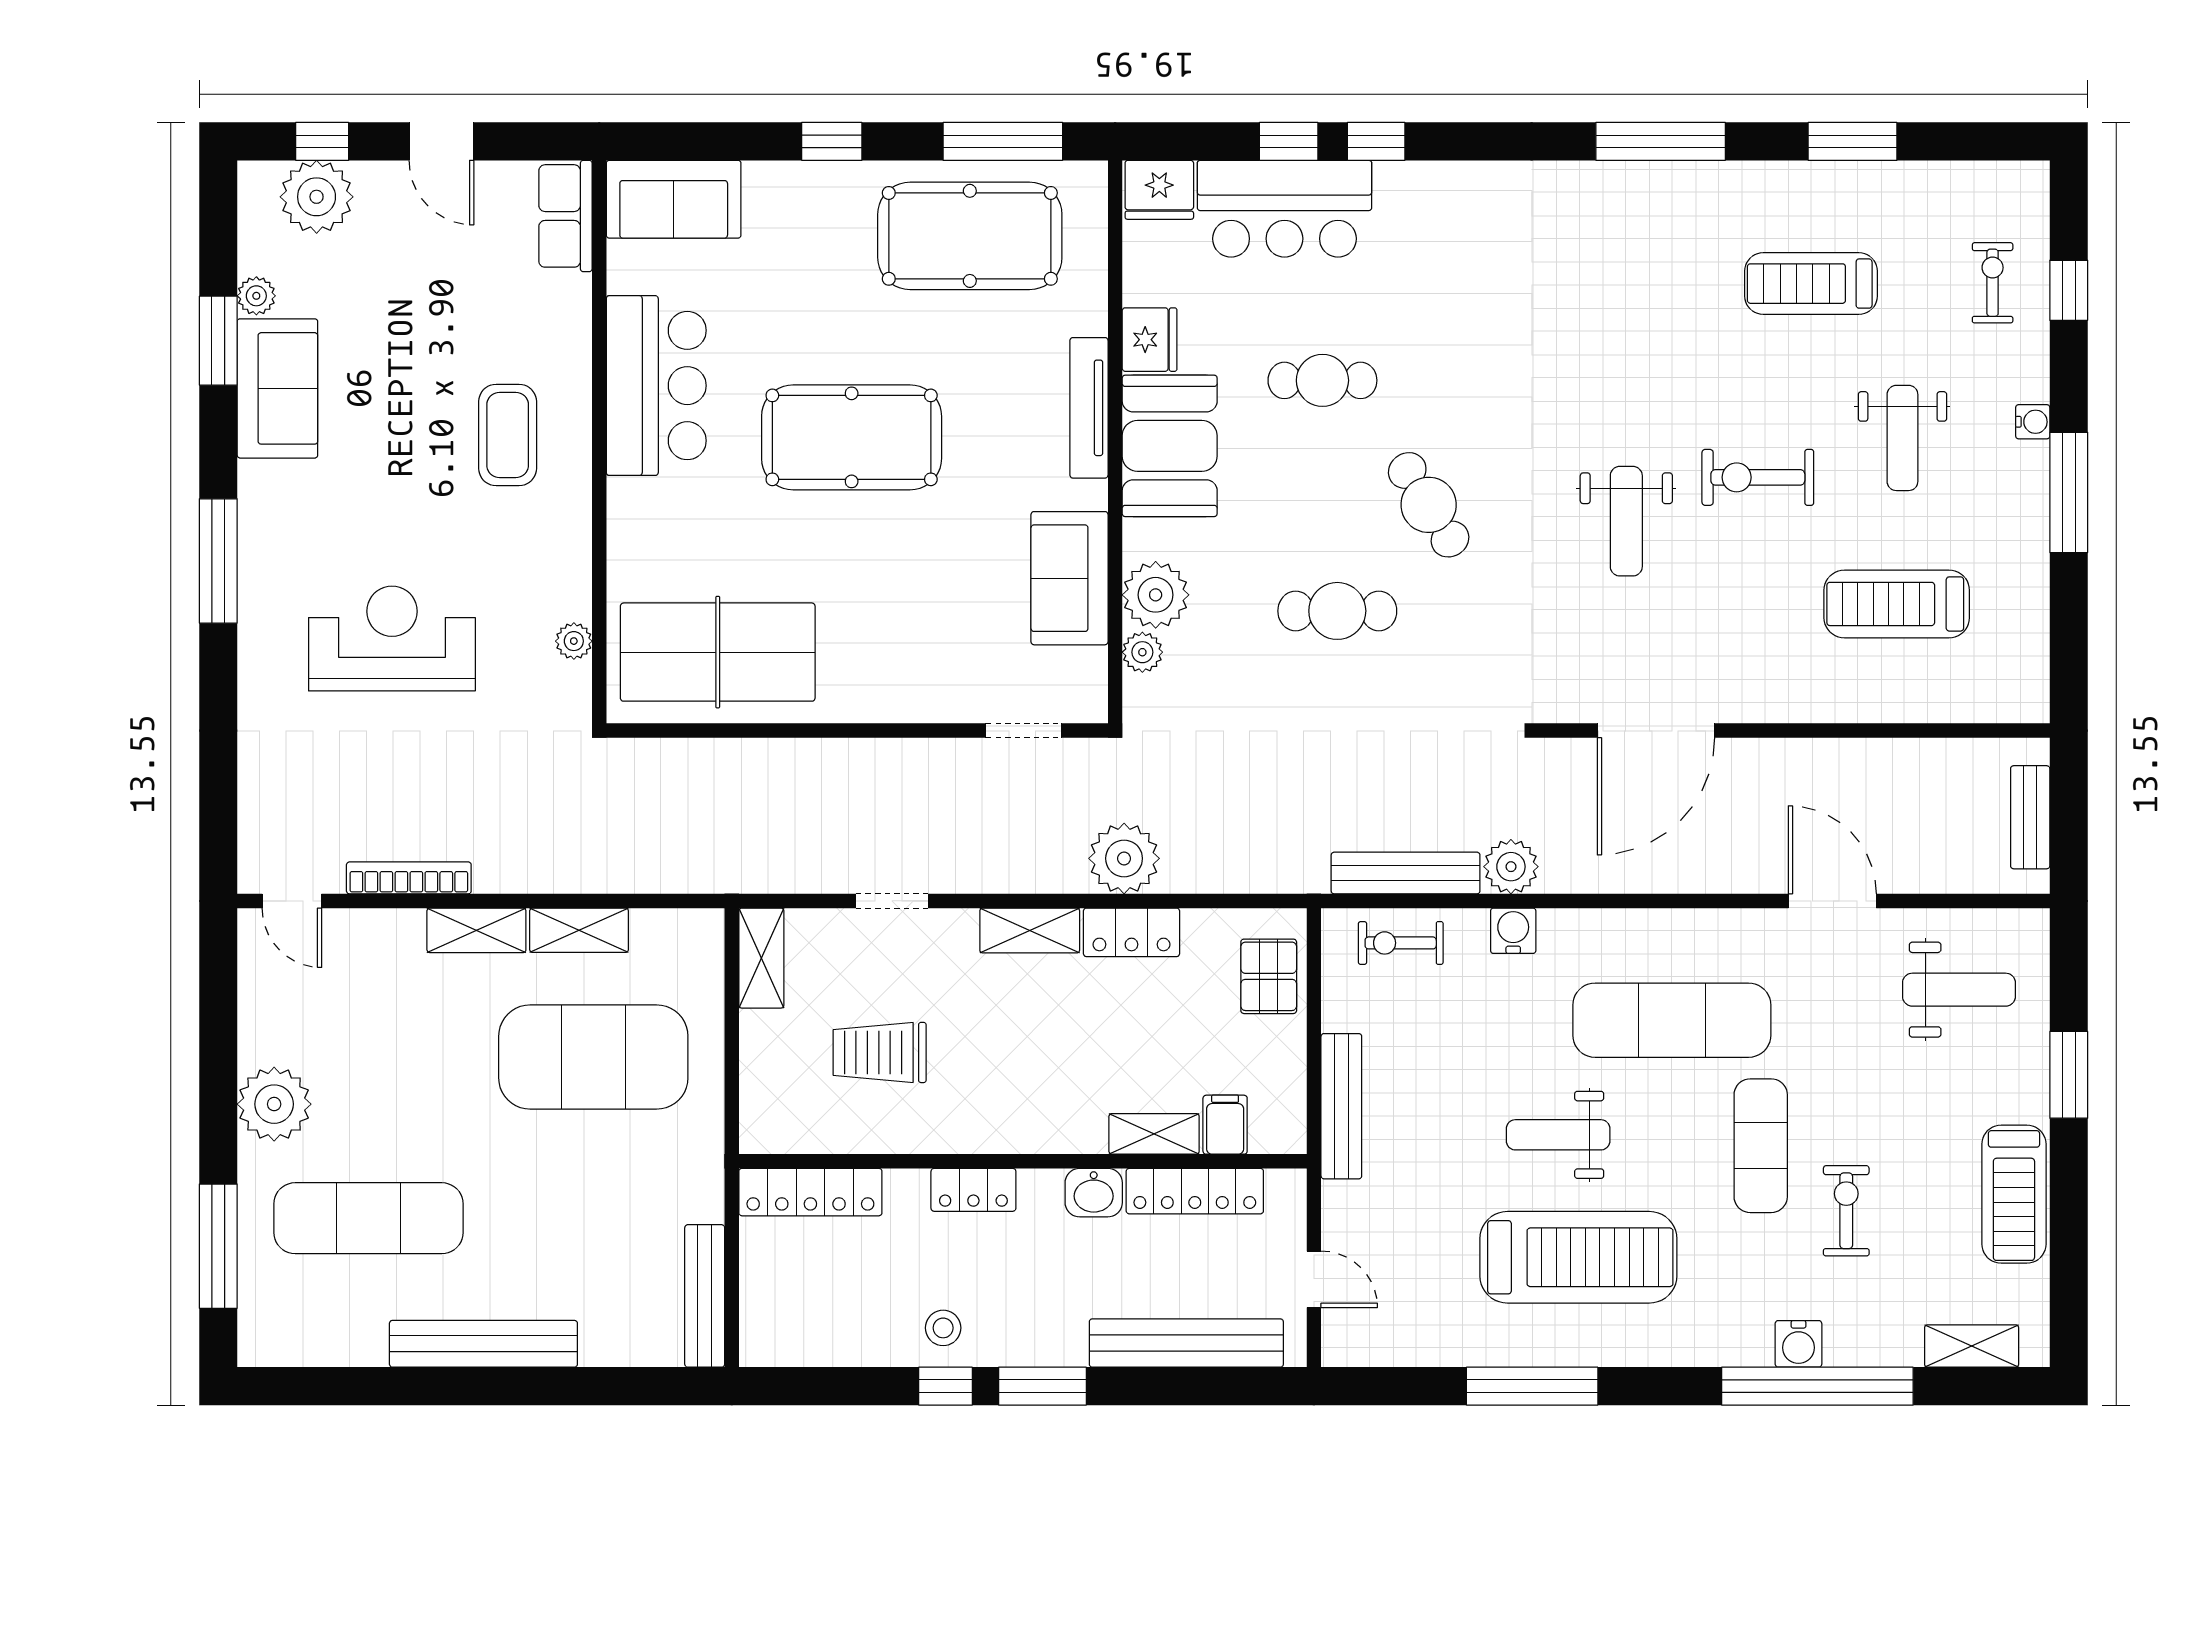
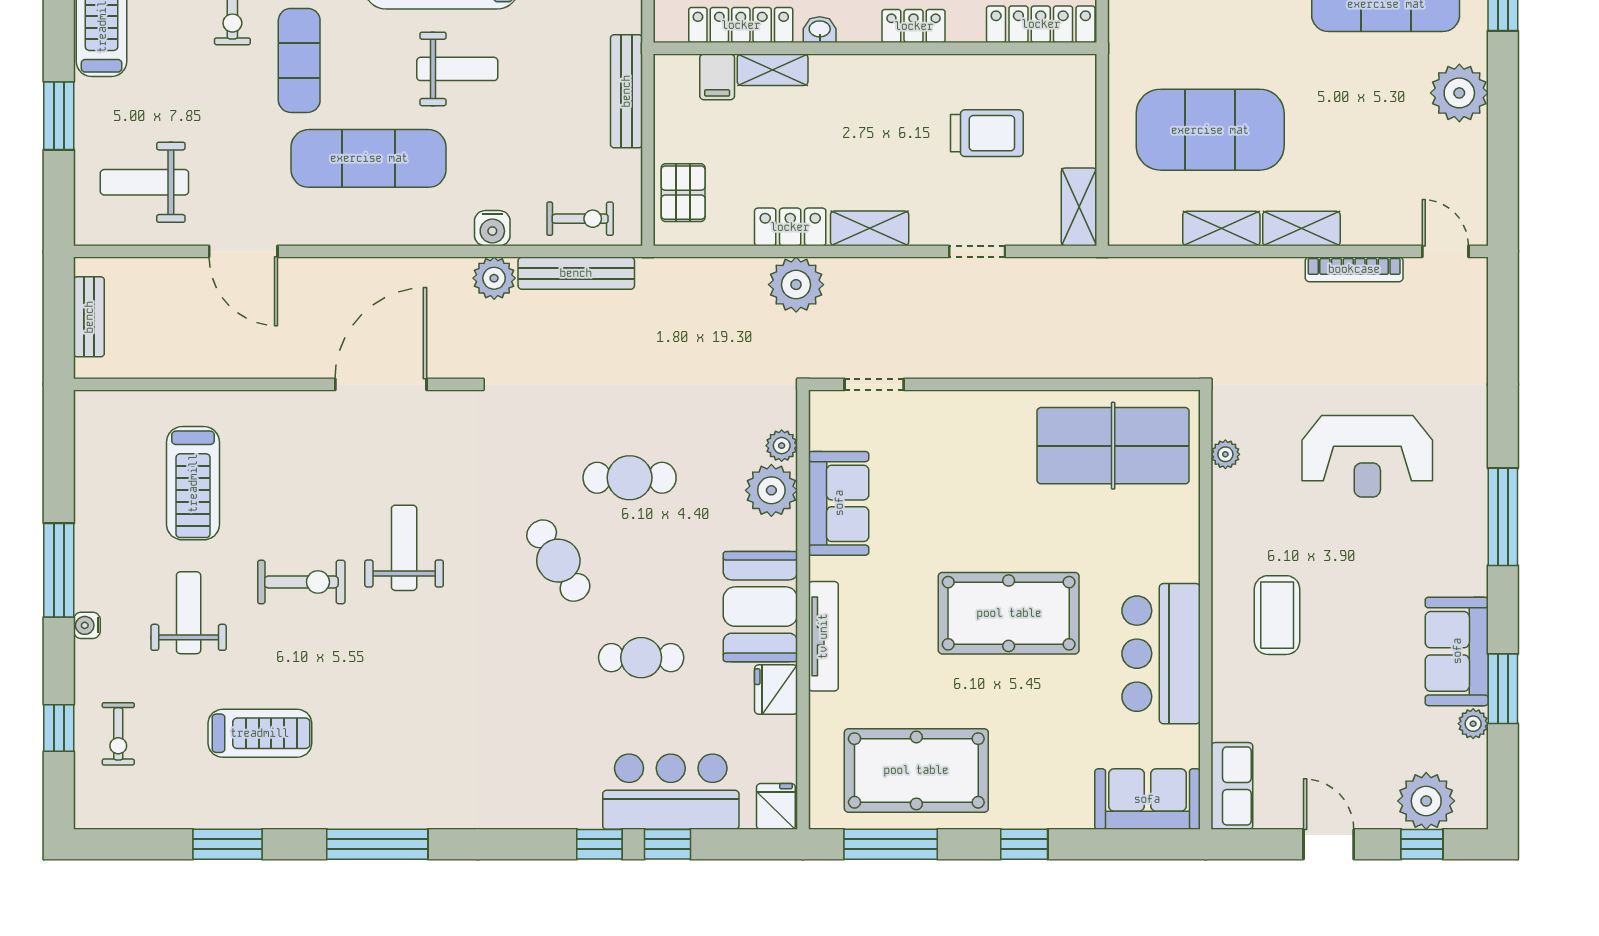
fridge: (1159, 190) -> (776, 806), width x0.72
treadmill: (1897, 604) -> (193, 483), turned 90
washbasin: (1094, 1193) -> (820, 30), width x0.72, depth x0.69

